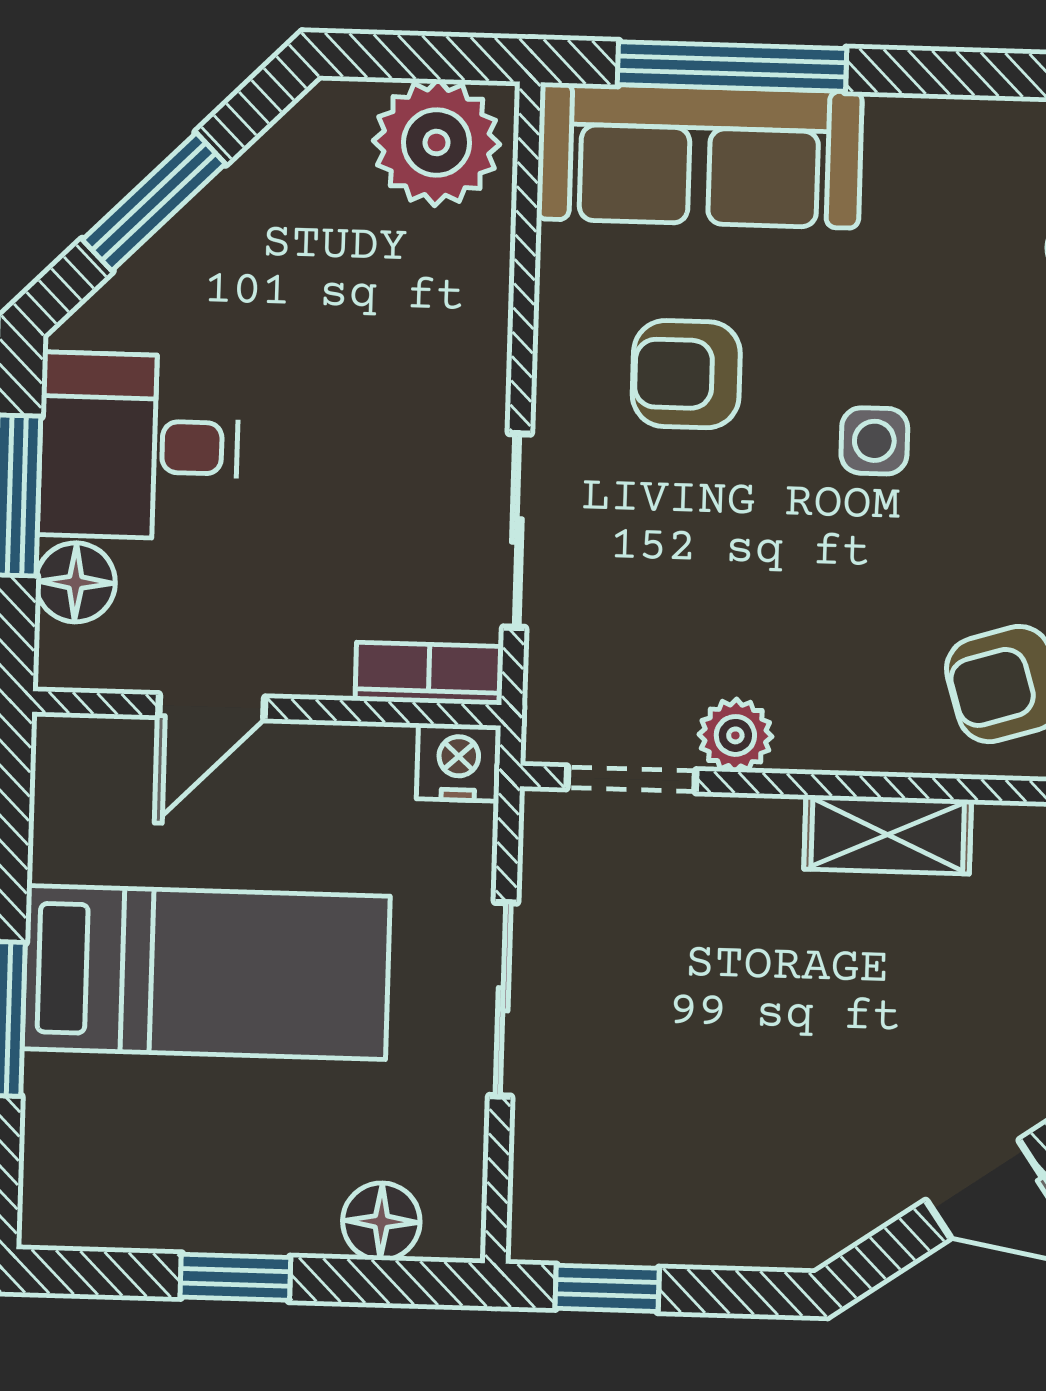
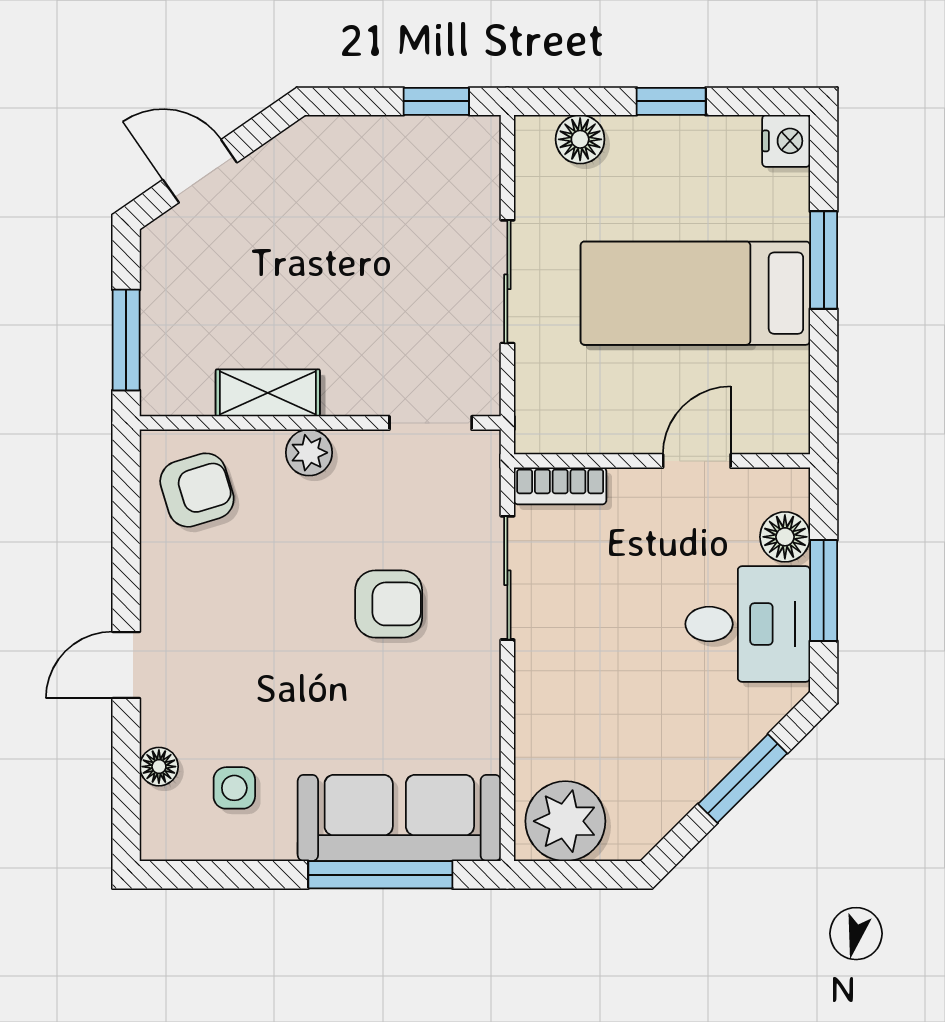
armchair: (686, 374) -> (389, 604), moved
side table: (874, 441) -> (234, 788), moved
plant: (735, 735) -> (309, 453), moved
nightstand: (459, 762) -> (786, 141), moved, turned -90

